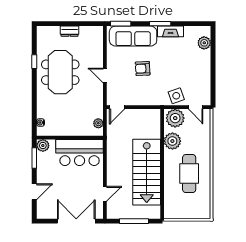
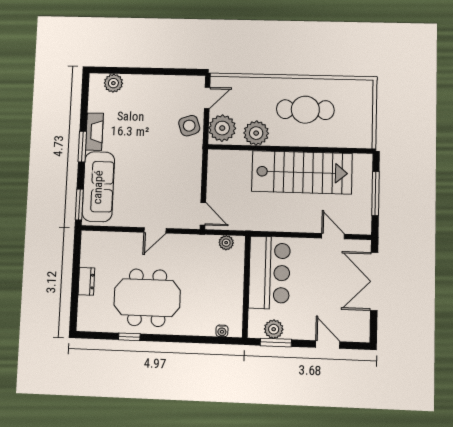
armchair: (143, 68) -> (147, 174), removed
plant: (43, 146) -> (274, 329), moved

